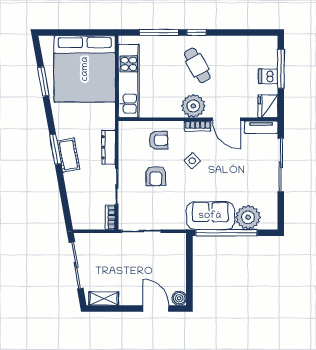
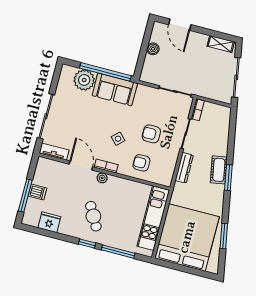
plant: (193, 106) -> (102, 178), width x0.53, depth x0.53
fridge: (268, 106) -> (49, 222), moved, turned -90
armchair: (156, 176) -> (151, 134), turned -90
boiler: (179, 298) -> (153, 49), moved

